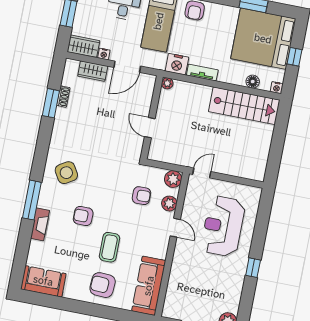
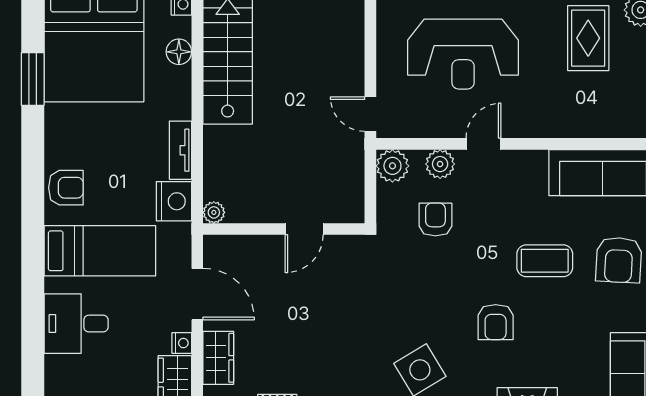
rug: (219, 292) -> (588, 38), added

